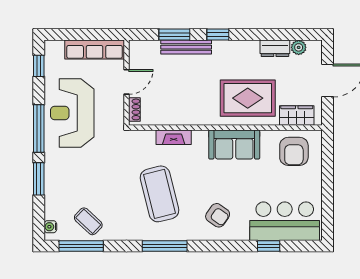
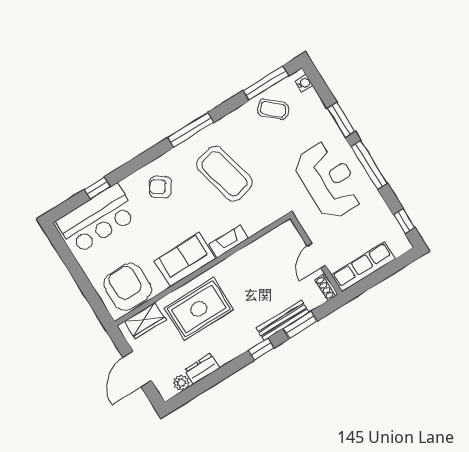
shoe rack: (134, 109) -> (326, 287), moved
reception desk: (72, 113) -> (329, 180), moved
fireplace: (174, 137) -> (229, 241), moved
armchair: (294, 151) -> (128, 287), width x1.36, depth x1.36

